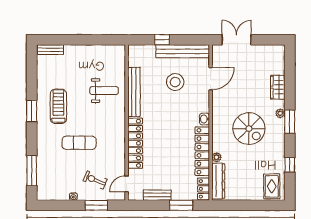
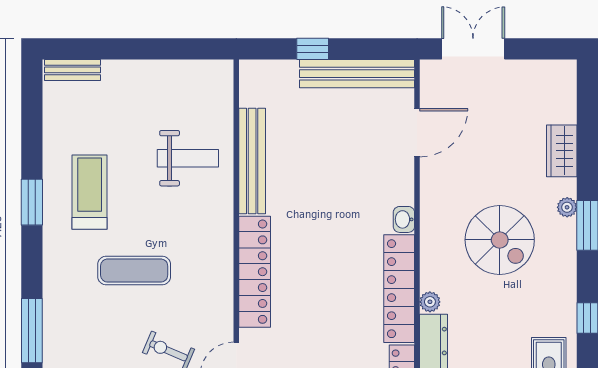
stool: (175, 82) -> (341, 140), removed

